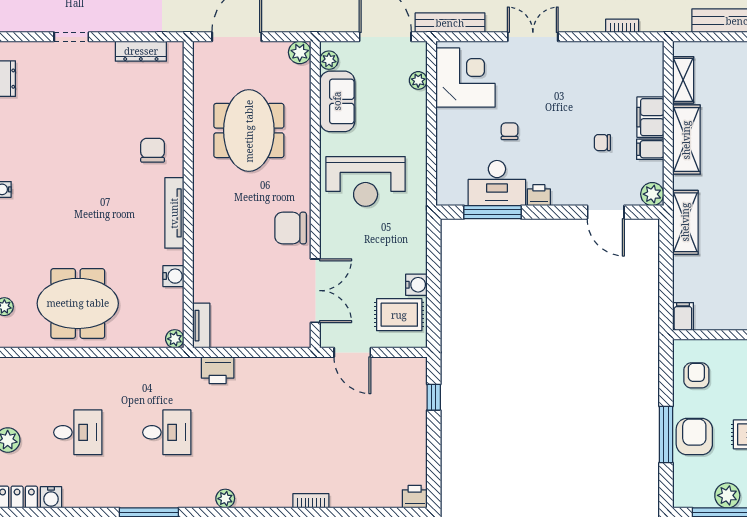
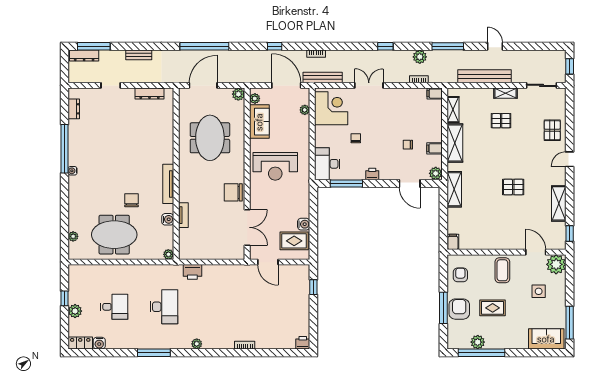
filing cabinet: (650, 117) -> (435, 94), moved, width x0.50
chair: (153, 150) -> (132, 200), moved
desk: (497, 183) -> (327, 164), moved, turned 90
tv unit: (201, 326) -> (183, 215), moved
desk: (167, 432) -> (164, 307), width x1.37

